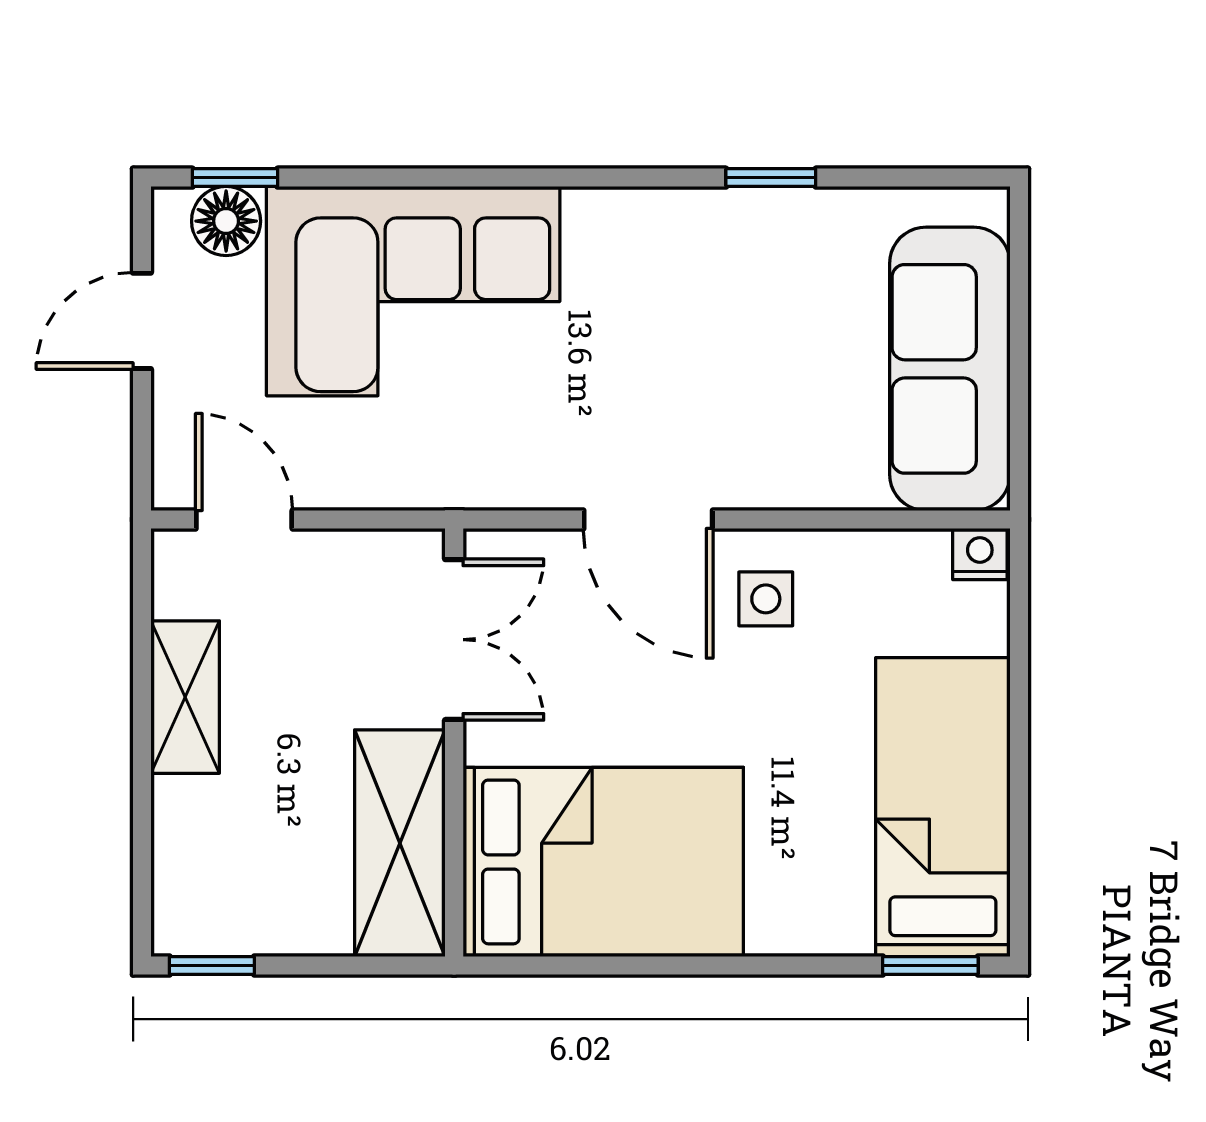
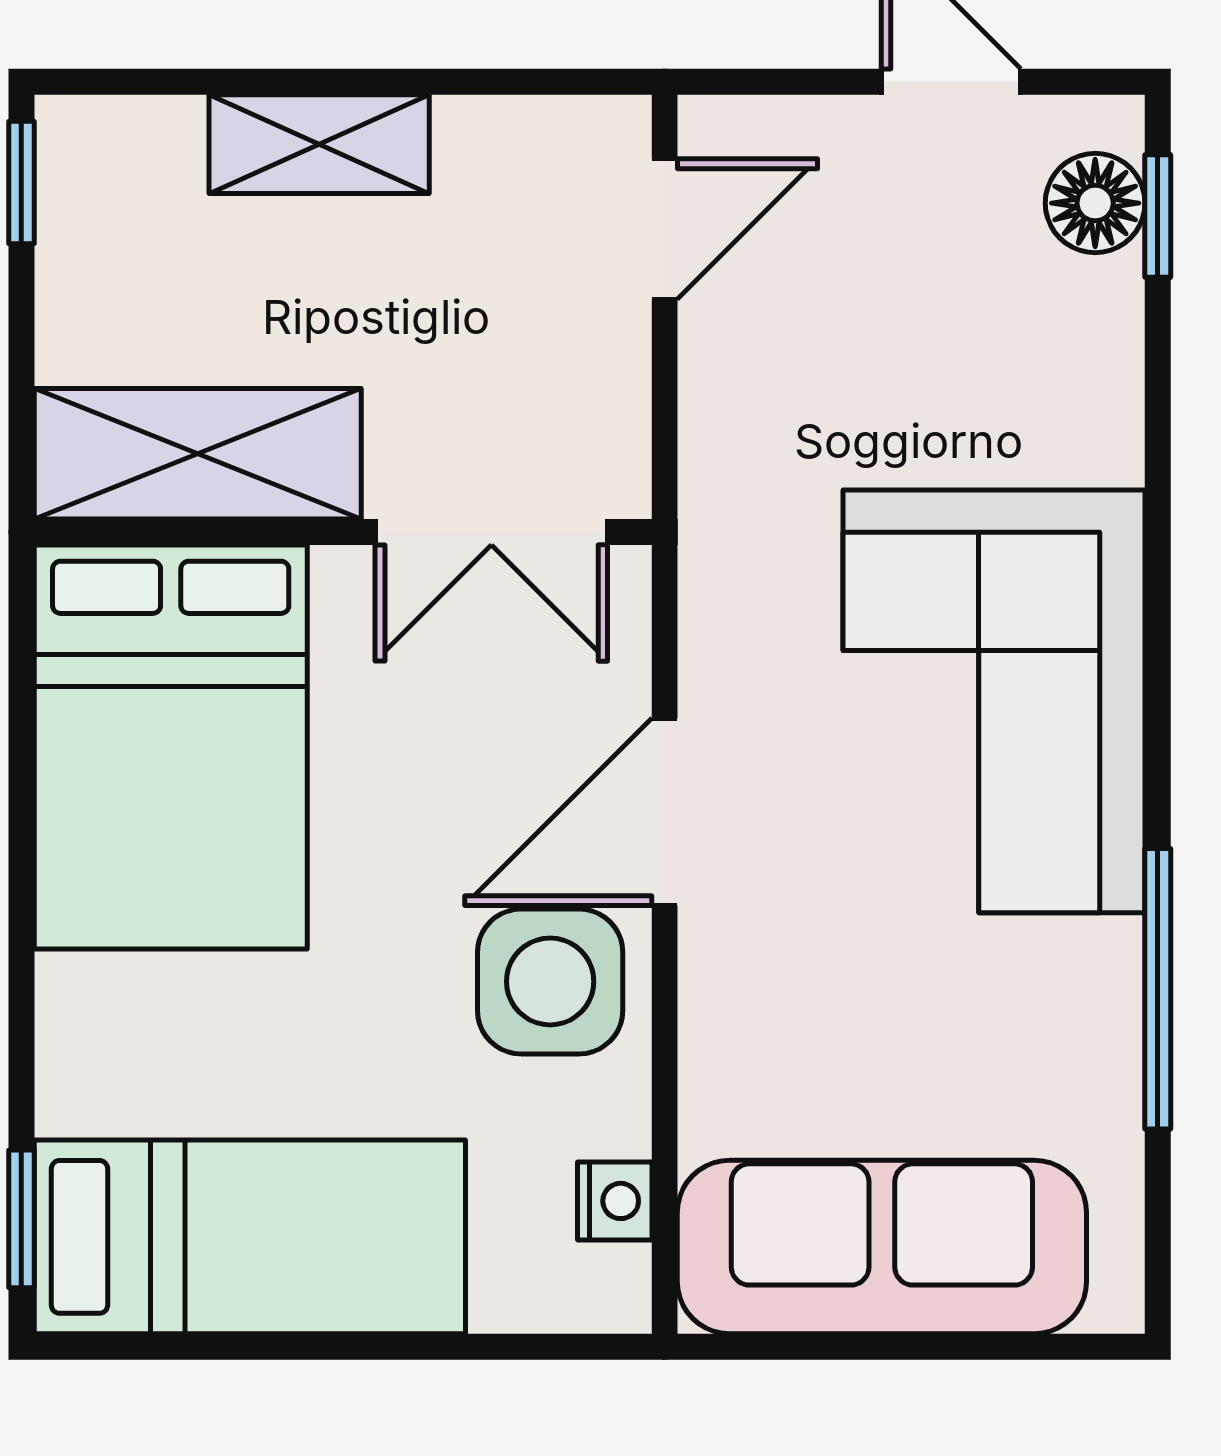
window: (771, 178) -> (1158, 989), width x2.17
corner sofa: (413, 291) -> (994, 701), moved
nightstand: (980, 554) -> (615, 1201), moved
side table: (766, 599) -> (550, 981), width x1.87, depth x1.87
shelving: (185, 697) -> (319, 144), moved

